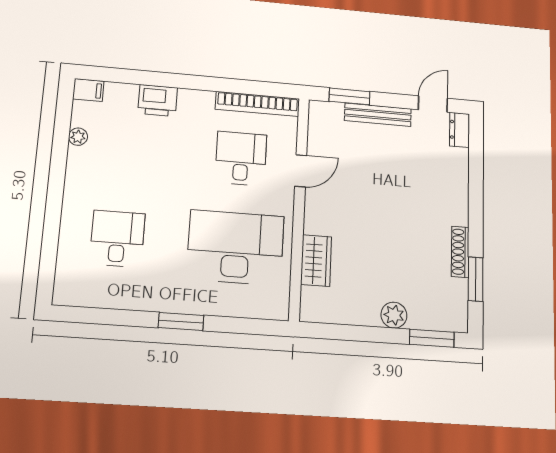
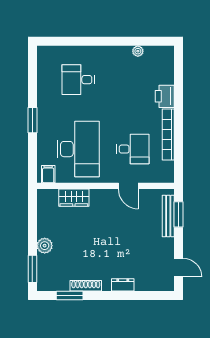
filing cabinet: (88, 90) -> (48, 174), moved, turned 180
bookcase: (258, 104) -> (168, 135), moved
bench: (378, 115) -> (168, 216), moved
dresser: (460, 130) -> (123, 285), moved
desk: (117, 239) -> (78, 80), turned 180

